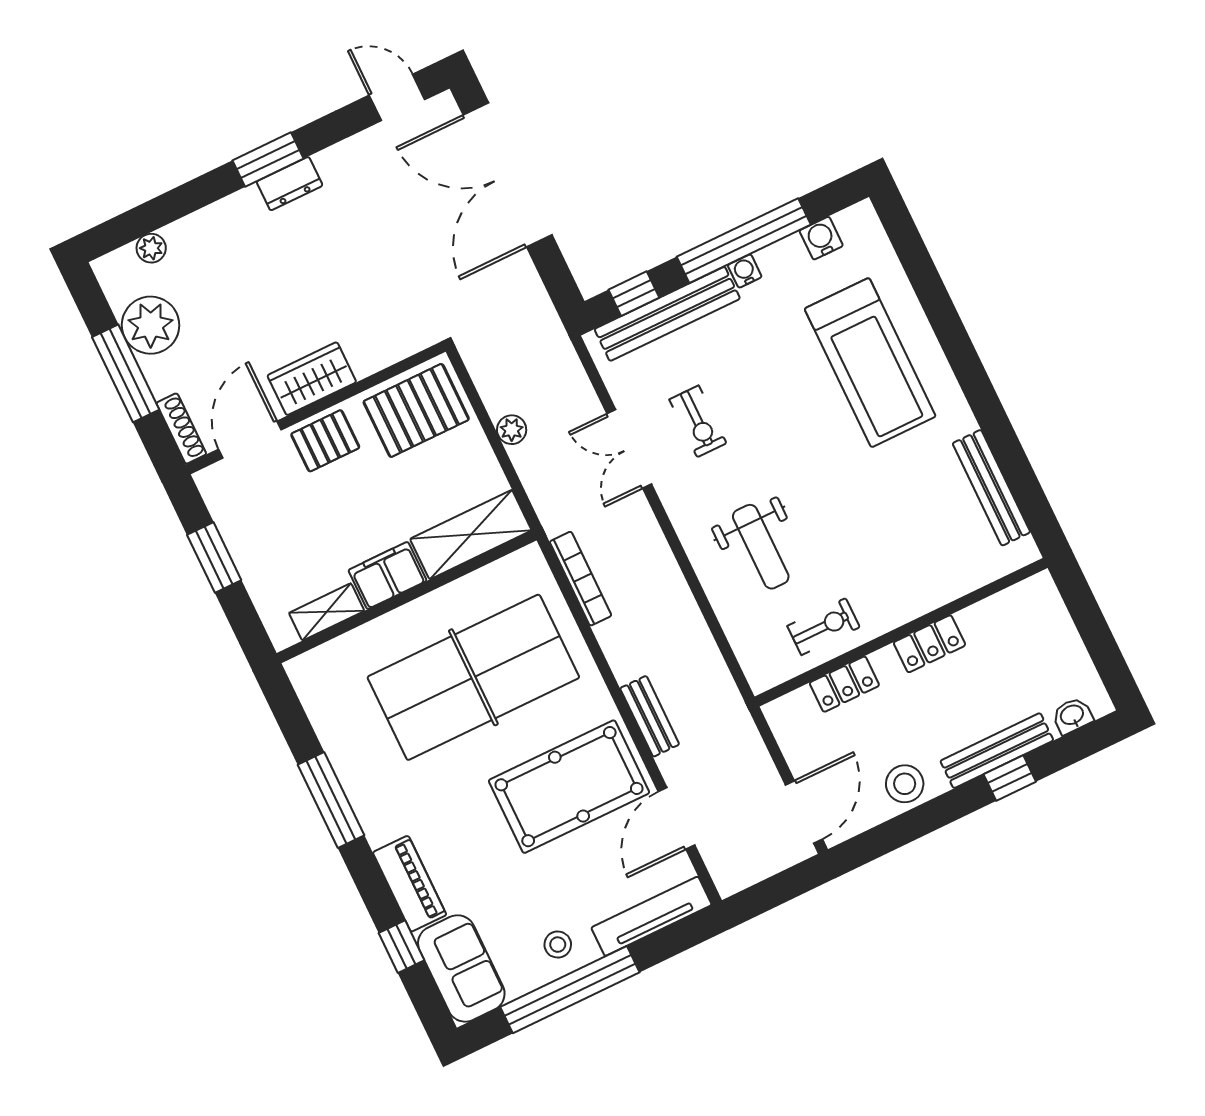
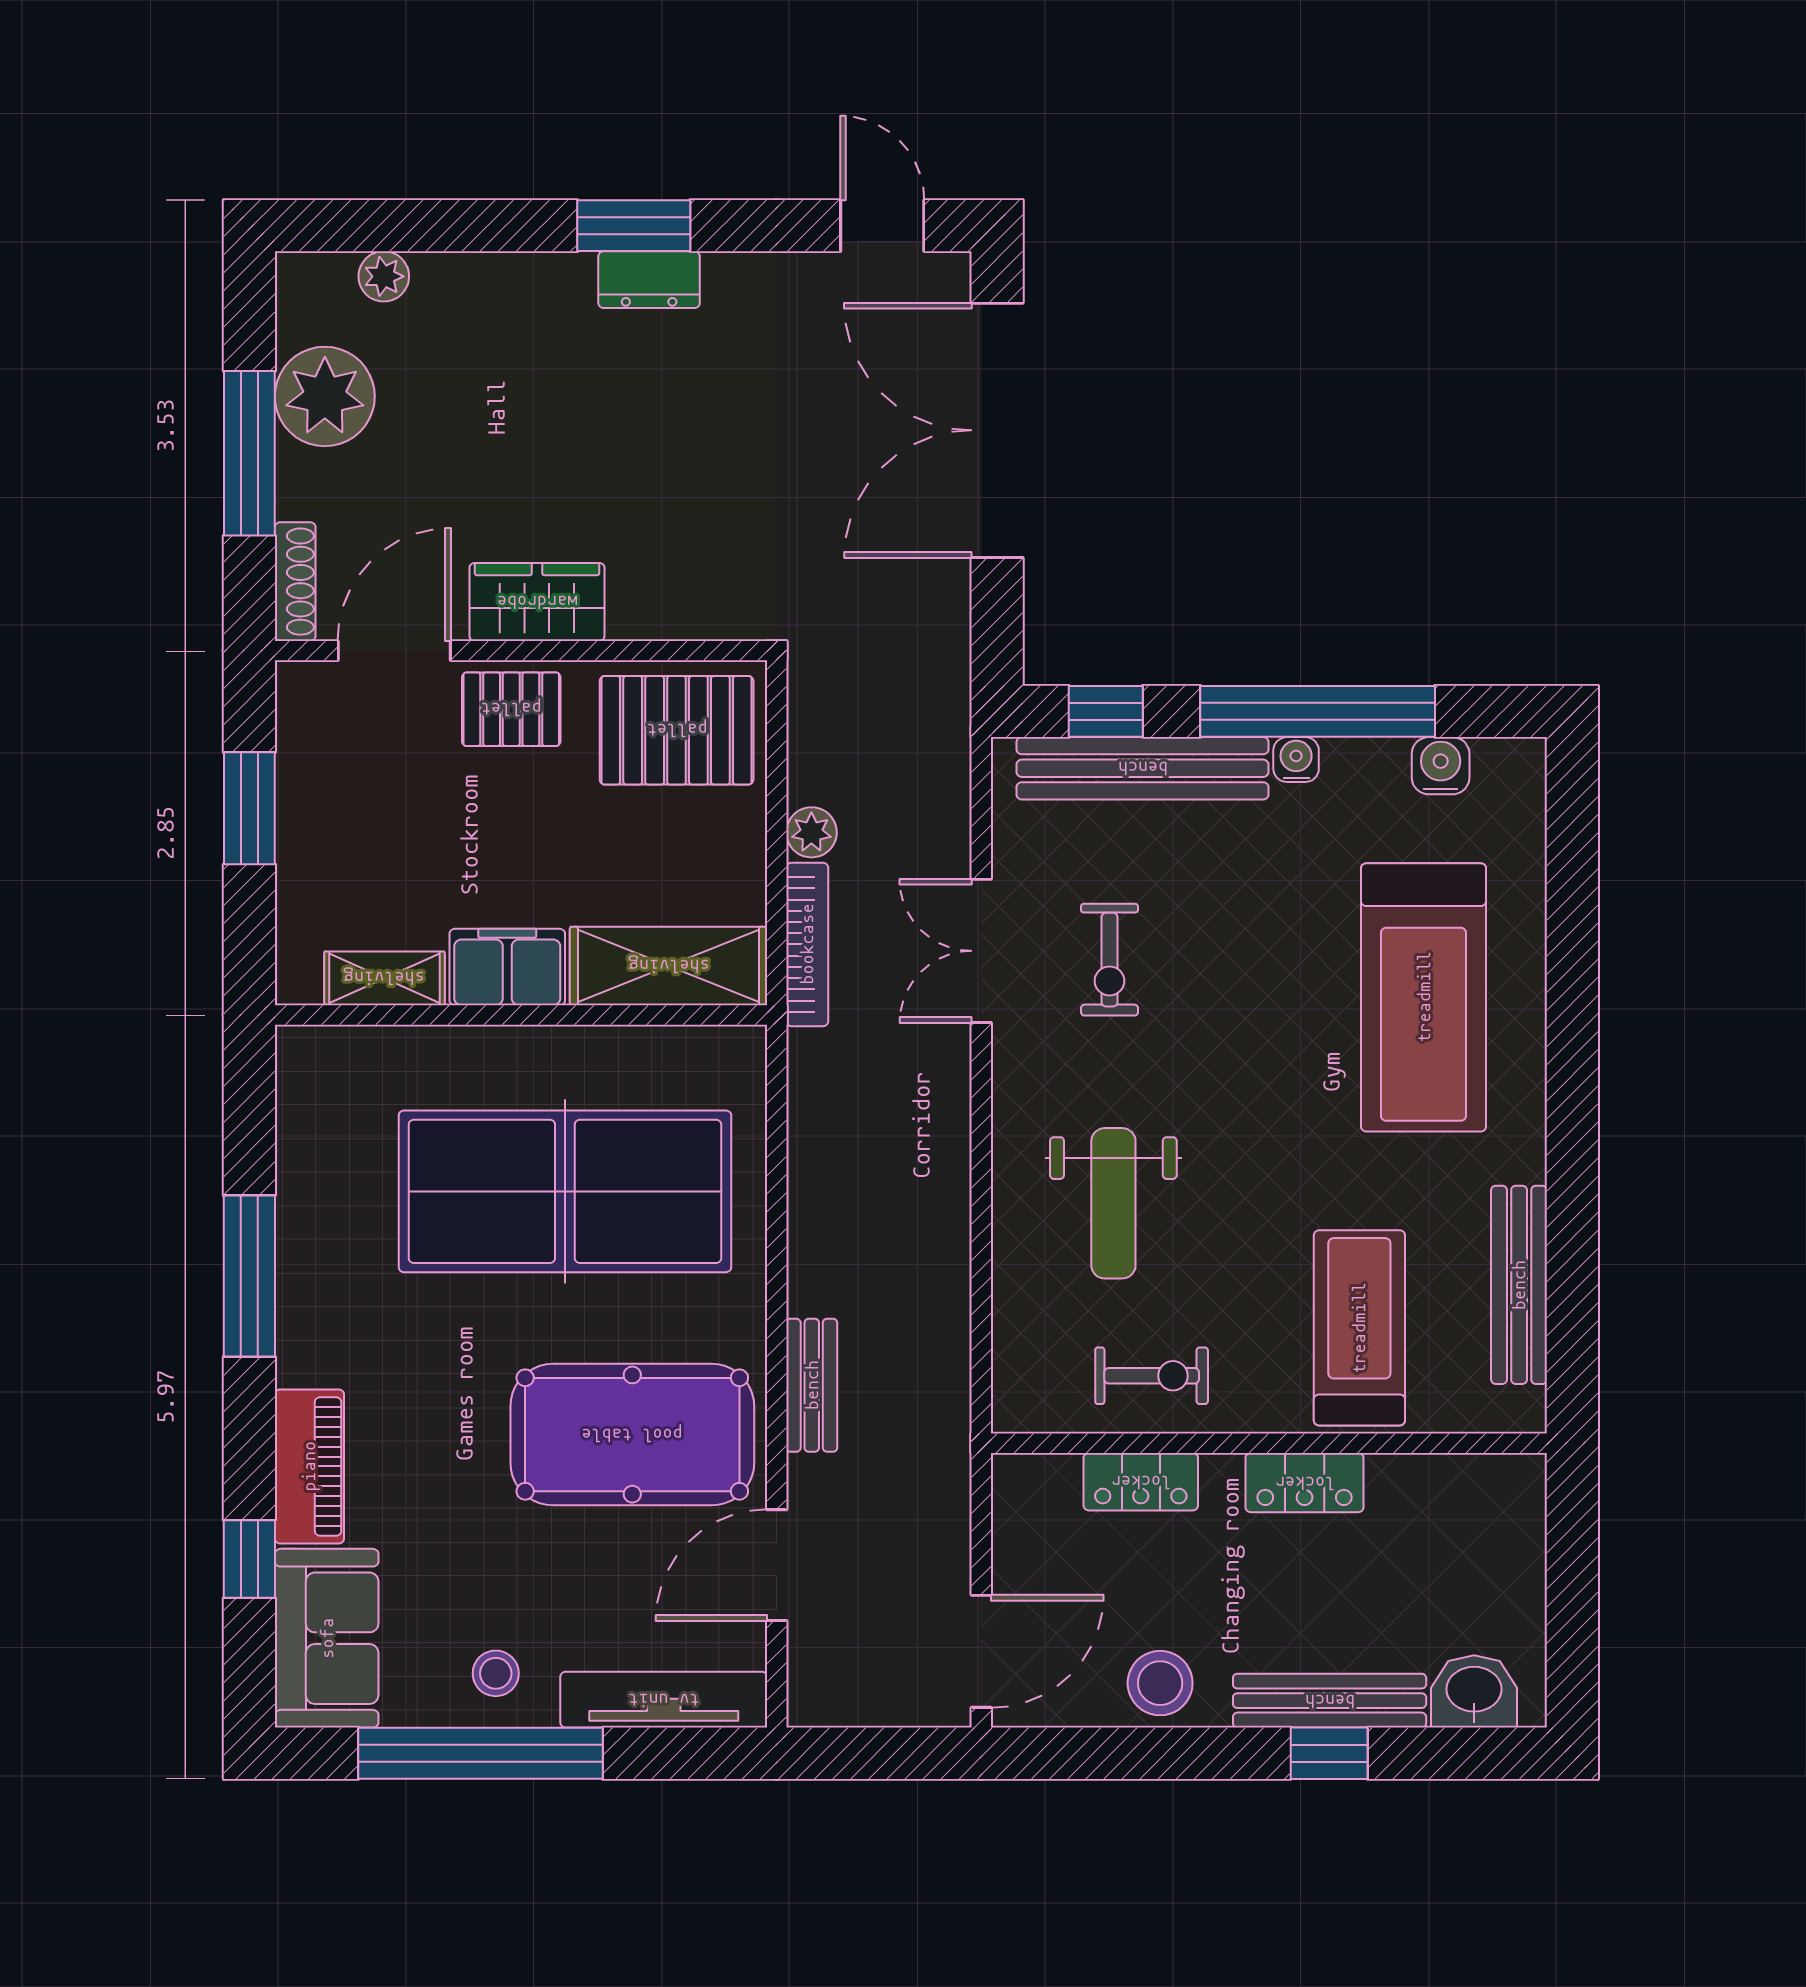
treadmill: (919, 550) -> (1359, 1328), added
bookcase: (581, 579) -> (807, 944), moved
washbasin: (1072, 716) -> (1474, 1691), width x1.38, depth x1.45

